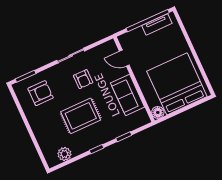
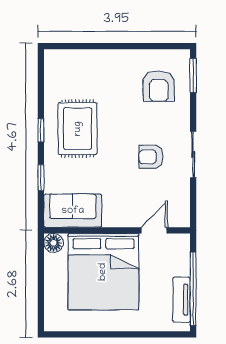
bed: (177, 84) -> (103, 272), moved, turned 90
sofa: (128, 95) -> (73, 211), moved
rug: (81, 116) -> (78, 129), moved
plant: (64, 154) -> (55, 81), removed

